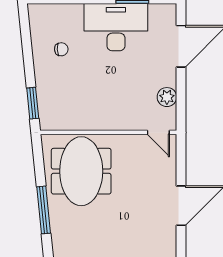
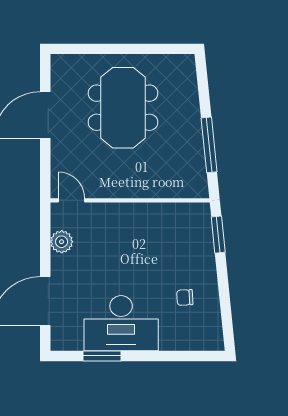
meeting table: (81, 171) -> (123, 108), moved
window: (44, 210) -> (209, 145), moved

